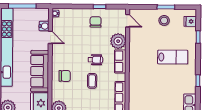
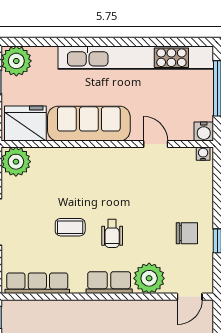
water cooler: (44, 26) -> (204, 132), moved
door: (50, 37) -> (156, 144), swing flipped
chair: (65, 76) -> (79, 173), removed

